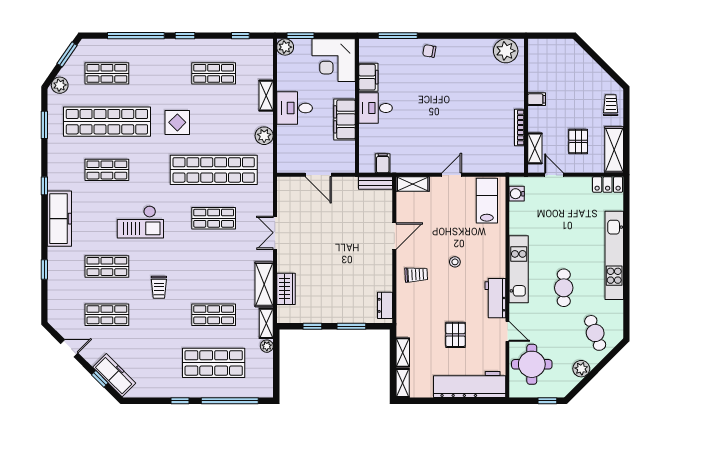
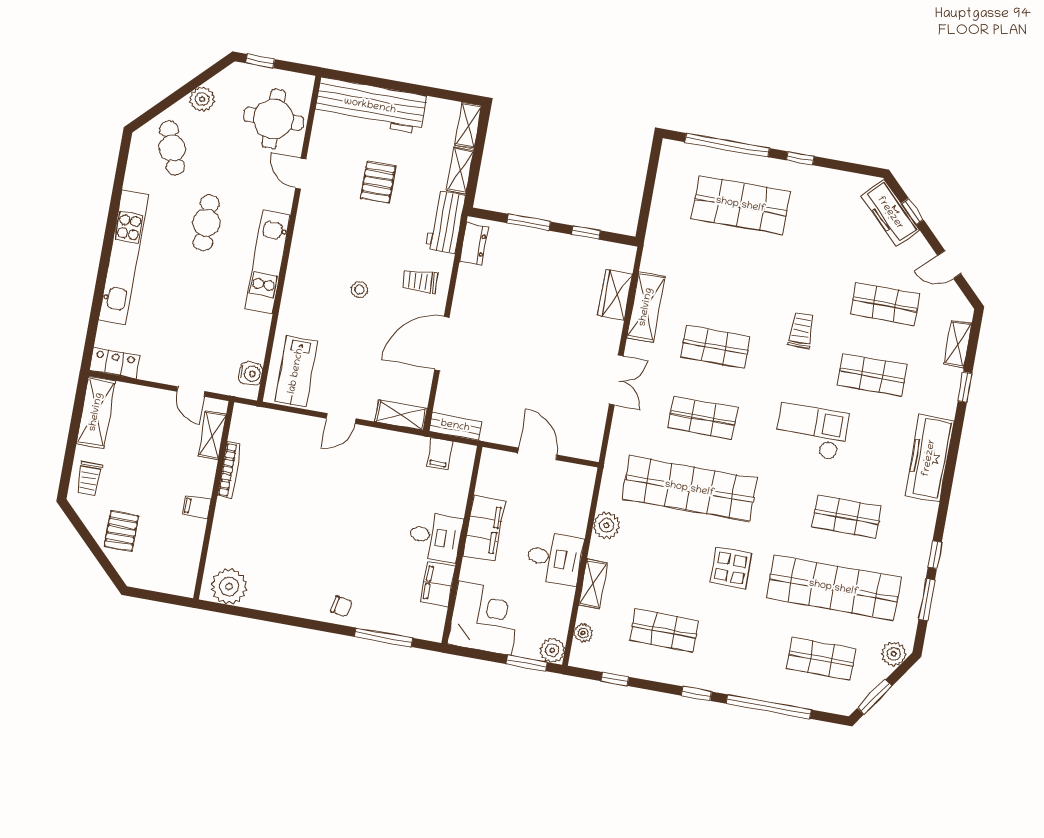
pallet: (578, 141) -> (121, 531), moved
window: (44, 186) -> (935, 555), moved
door: (394, 236) -> (442, 344), width x1.36
workbench: (495, 298) -> (445, 222), moved, turned 180
shop shelf: (214, 315) -> (715, 347), moved
shelving: (266, 323) -> (958, 344), moved
plant: (267, 346) -> (583, 633), moved

